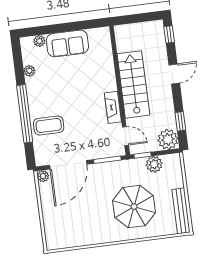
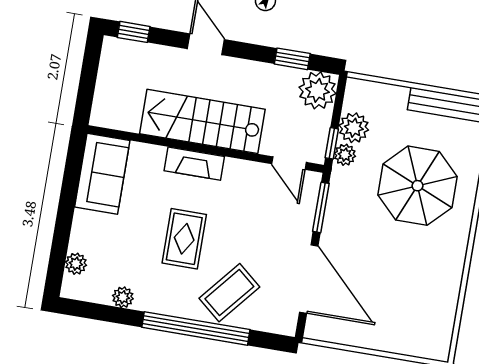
sofa: (67, 43) -> (102, 174), moved
rug: (69, 94) -> (184, 239), added
fireplace: (113, 107) -> (194, 164), moved
coffee table: (49, 126) -> (229, 293), turned 40
door: (125, 136) -> (289, 163), swing flipped
plant: (43, 176) -> (345, 155), moved

